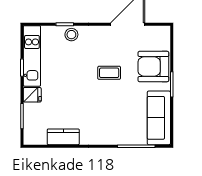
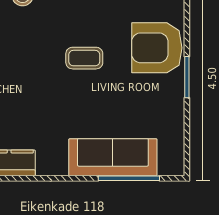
sofa: (159, 118) -> (113, 157), moved, turned 90

